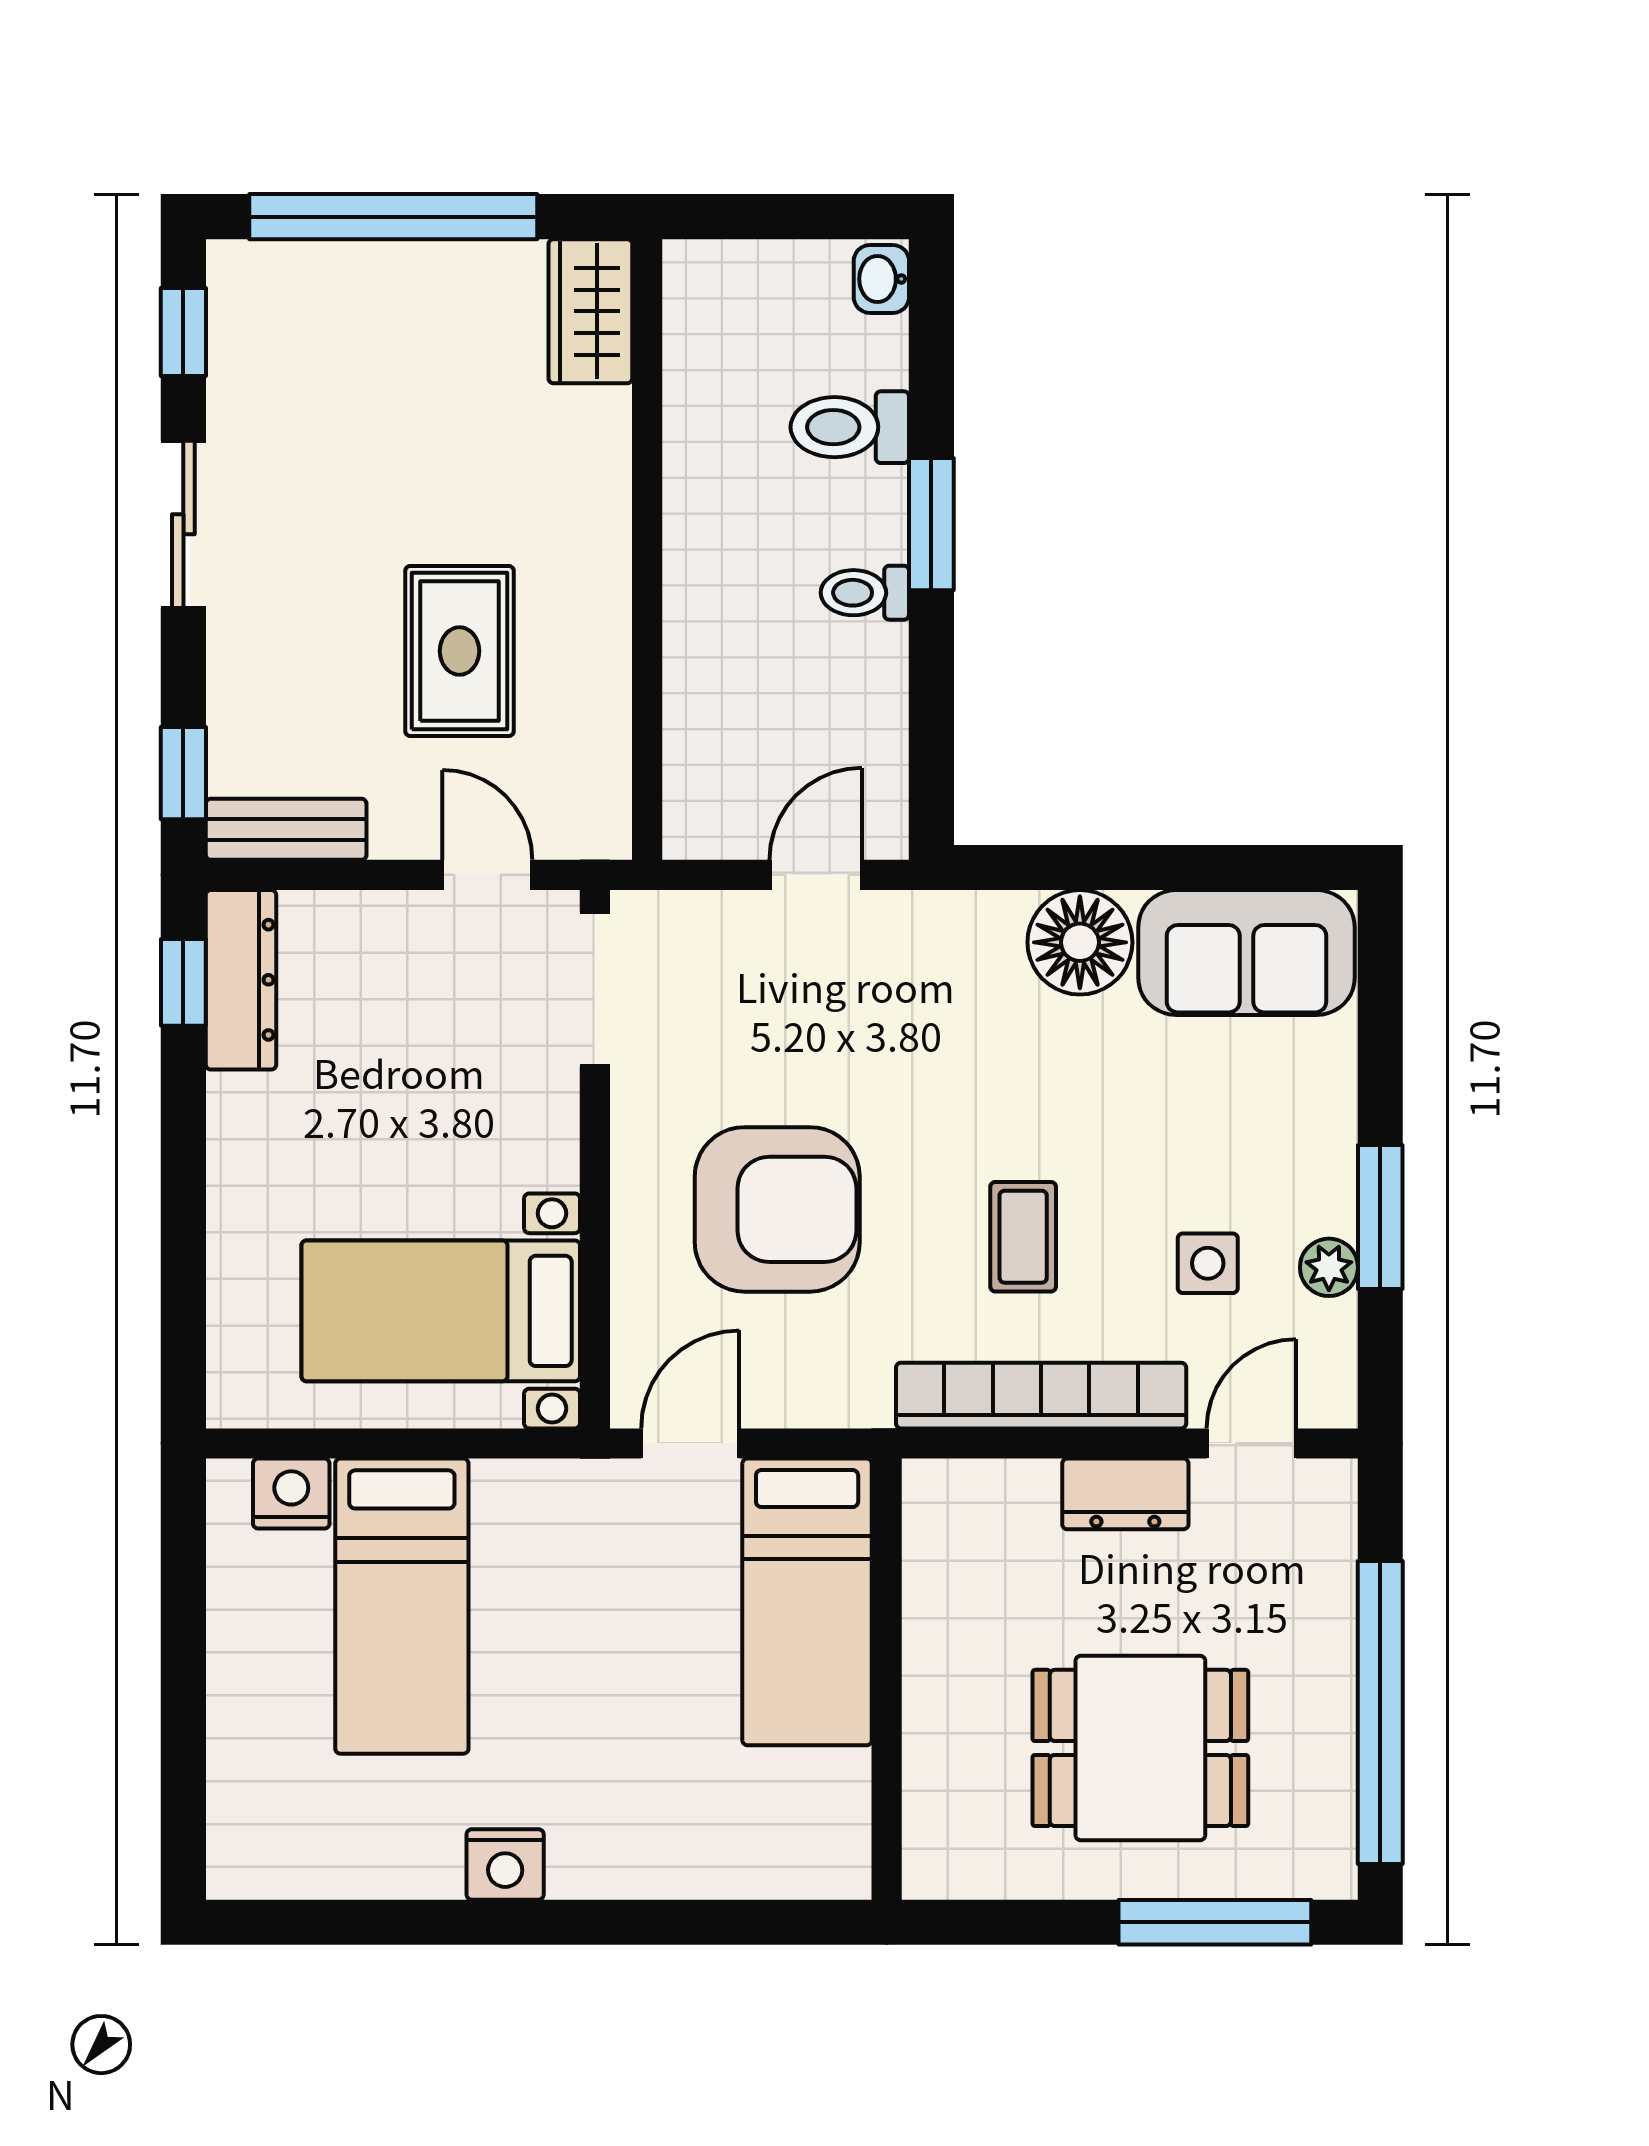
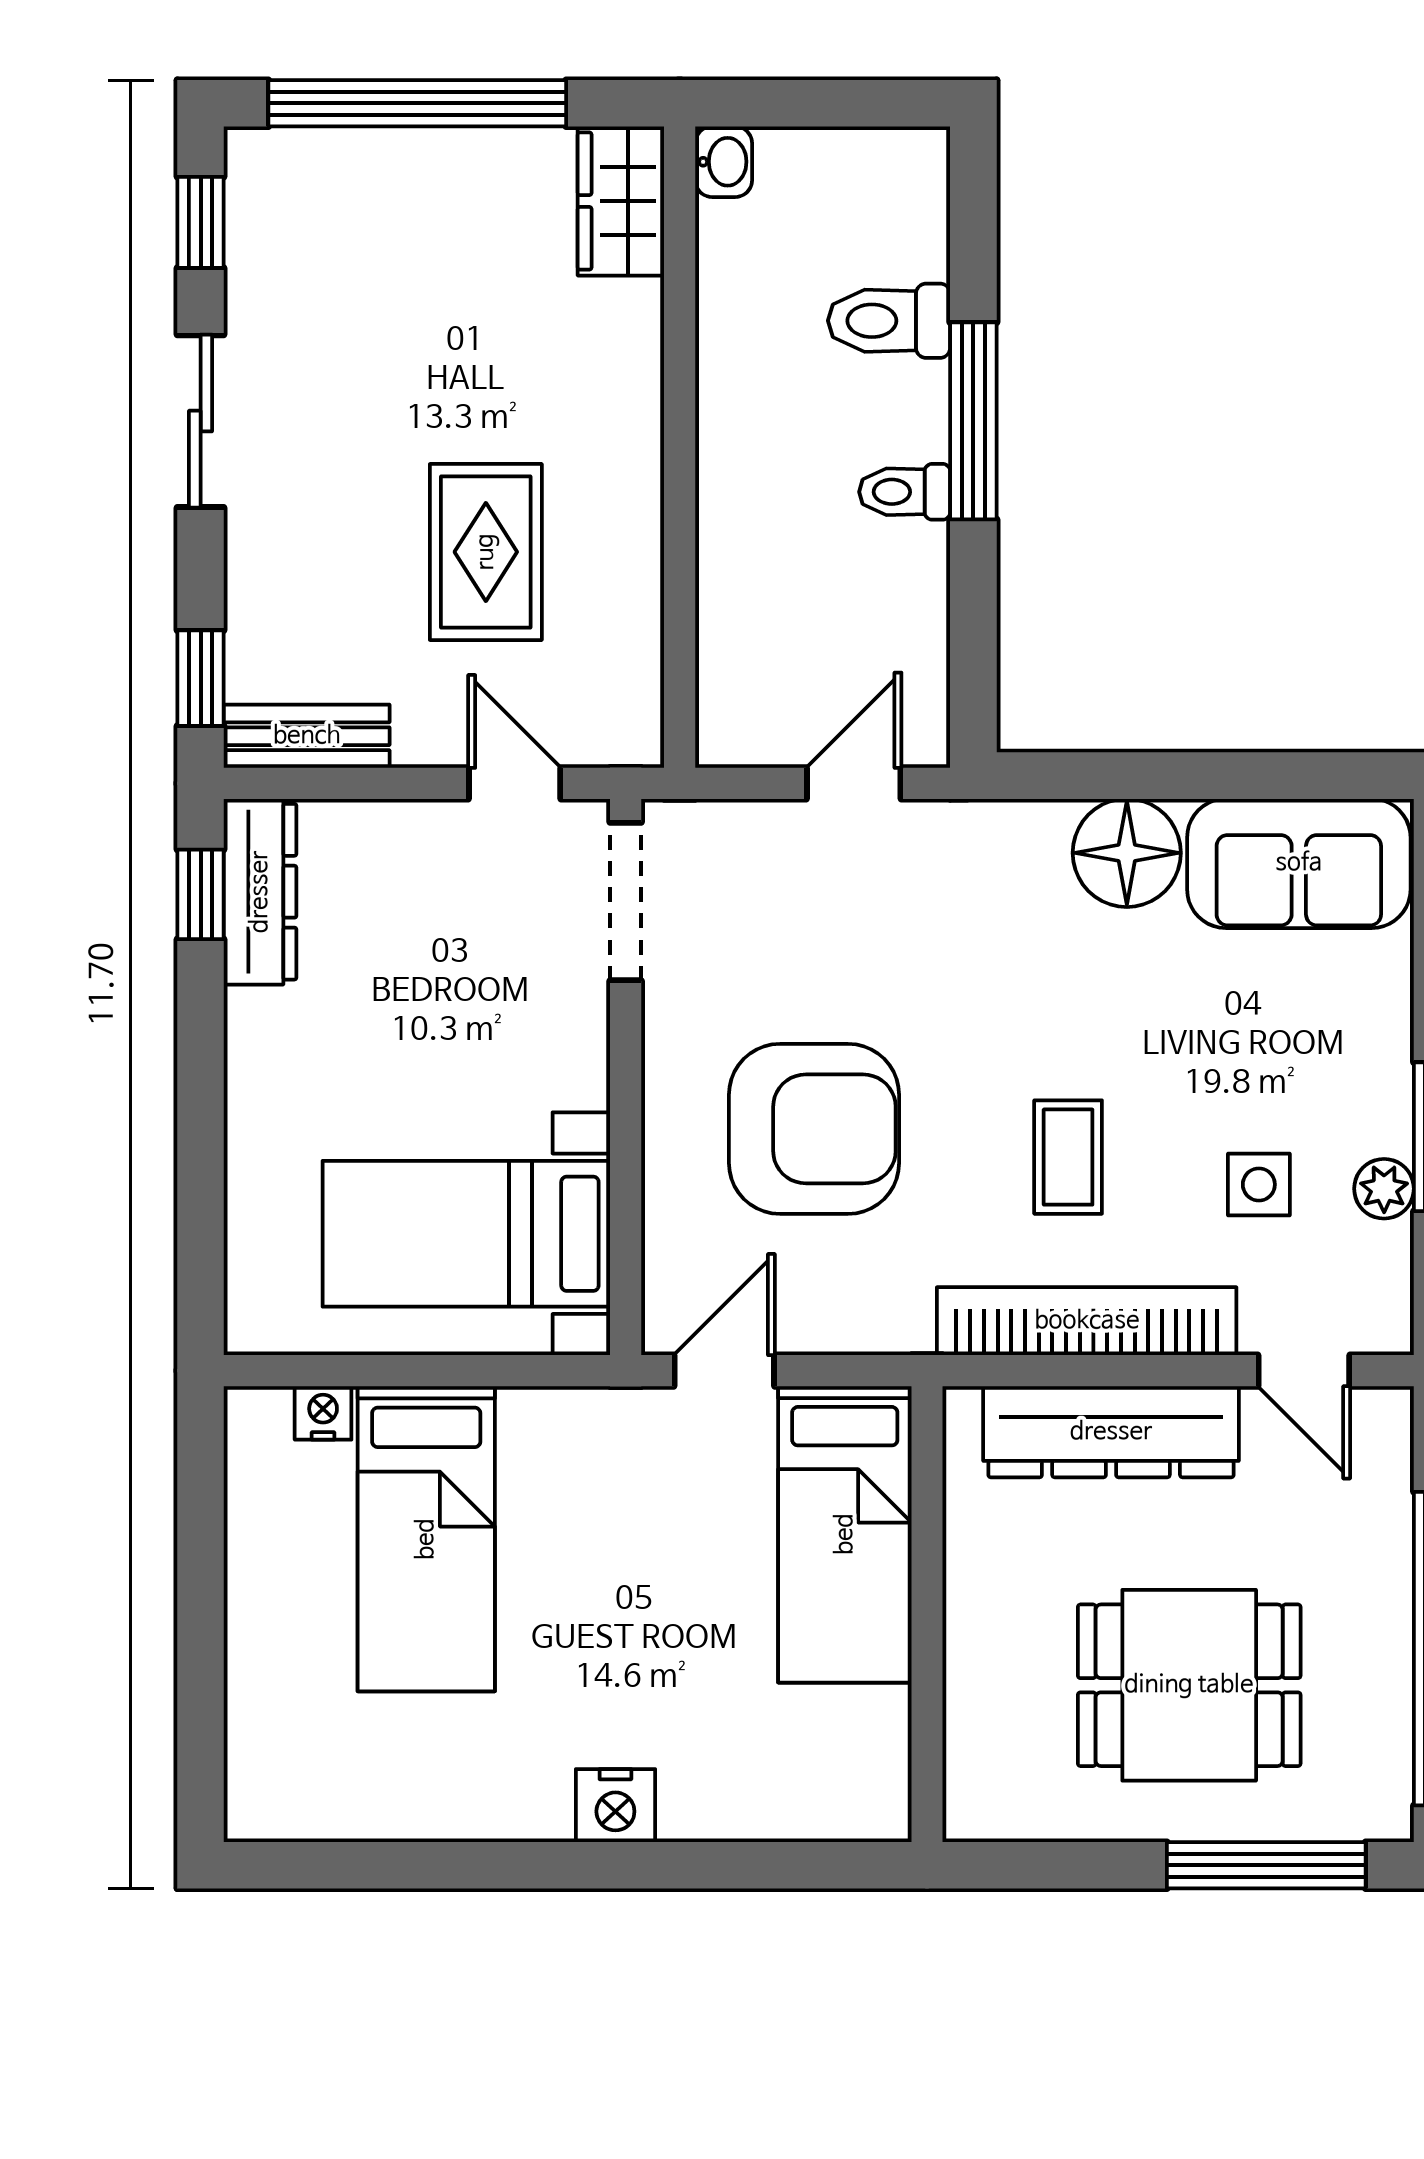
washbasin: (881, 279) -> (724, 162), moved, turned 180
window: (931, 524) -> (973, 421), width x1.44
door: (1251, 1443) -> (1304, 1371), swing flipped
nightstand: (291, 1494) -> (323, 1413), width x0.72, depth x0.74
dresser: (1125, 1494) -> (1111, 1432), width x1.96, depth x1.24
nightstand: (505, 1864) -> (615, 1806), moved

